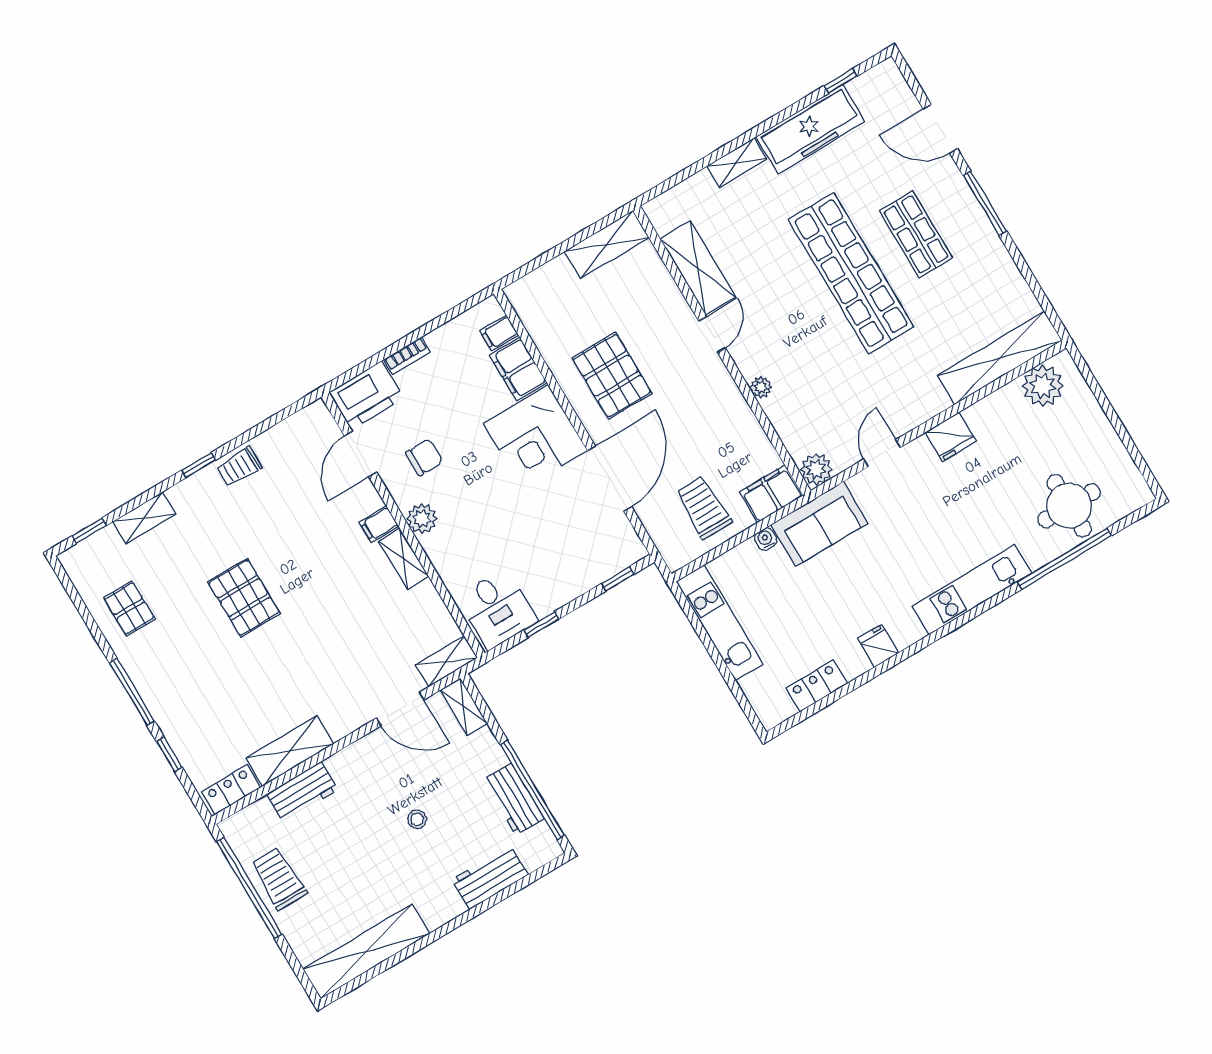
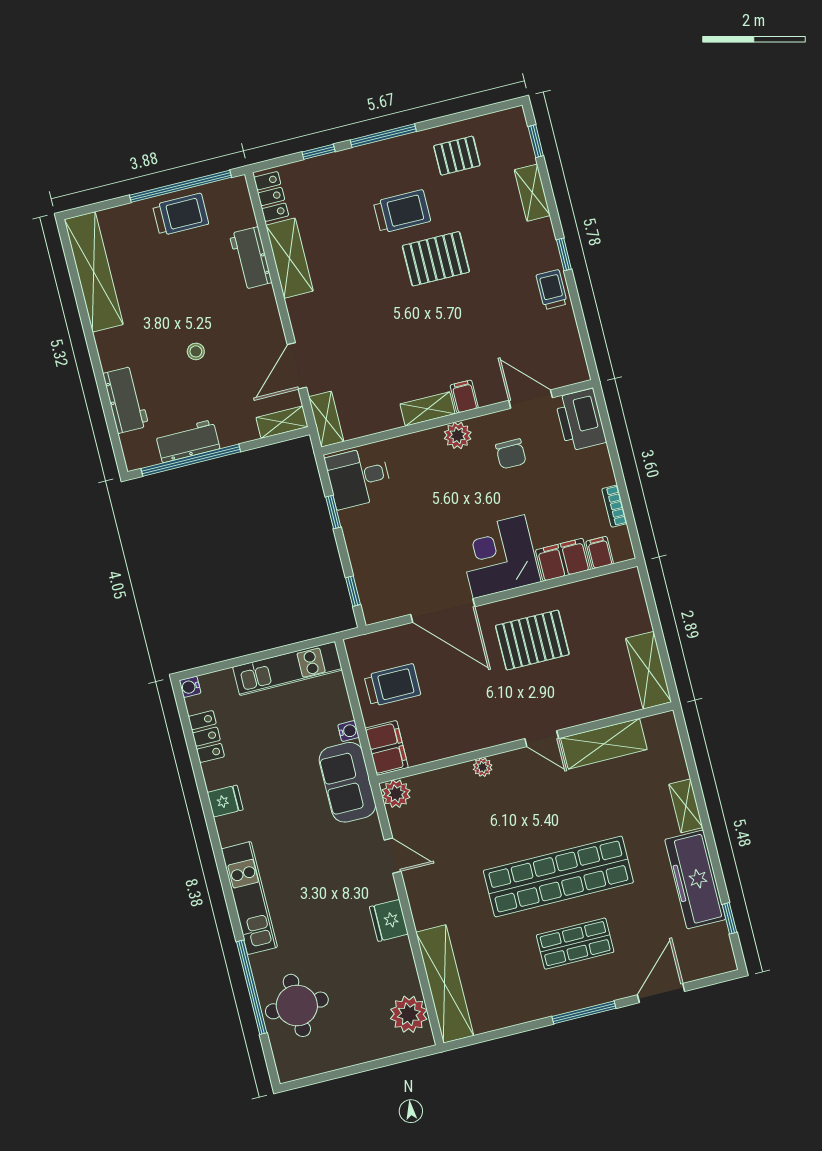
bookcase: (407, 356) -> (614, 506), moved
trolley: (205, 648) -> (402, 212), added
water cooler: (770, 719) -> (190, 687), added

